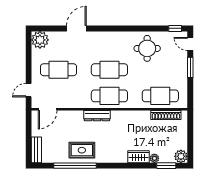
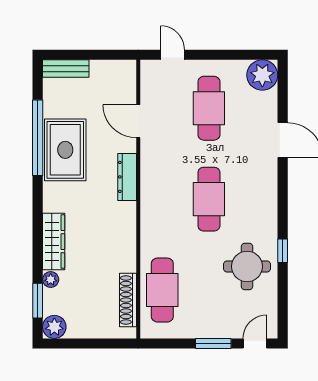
window: (175, 28) -> (283, 251), moved
cafe table: (109, 96) -> (162, 199), removed
door: (48, 109) -> (138, 121), moved
rug: (82, 150) -> (65, 150), width x1.36, depth x1.43
wardrobe: (138, 157) -> (54, 242), width x1.50

